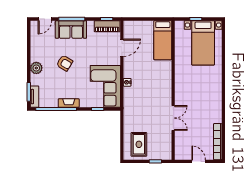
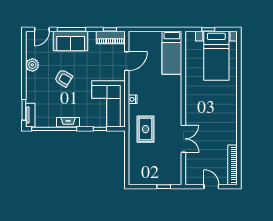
plant: (36, 68) -> (32, 65), moved
rug: (139, 144) -> (146, 129), moved

